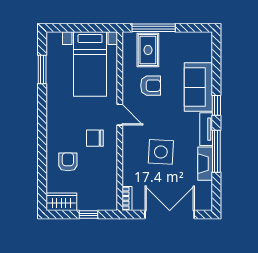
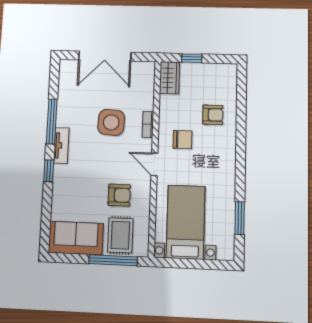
armchair: (151, 86) -> (119, 195), turned 180
sofa: (198, 87) -> (76, 238), moved, turned -90
armchair: (68, 162) -> (213, 115), turned -90
fireplace: (205, 164) -> (64, 108), removed
bookcase: (127, 198) -> (148, 124), moved
wardrobe: (61, 202) -> (169, 78), moved, turned -90

